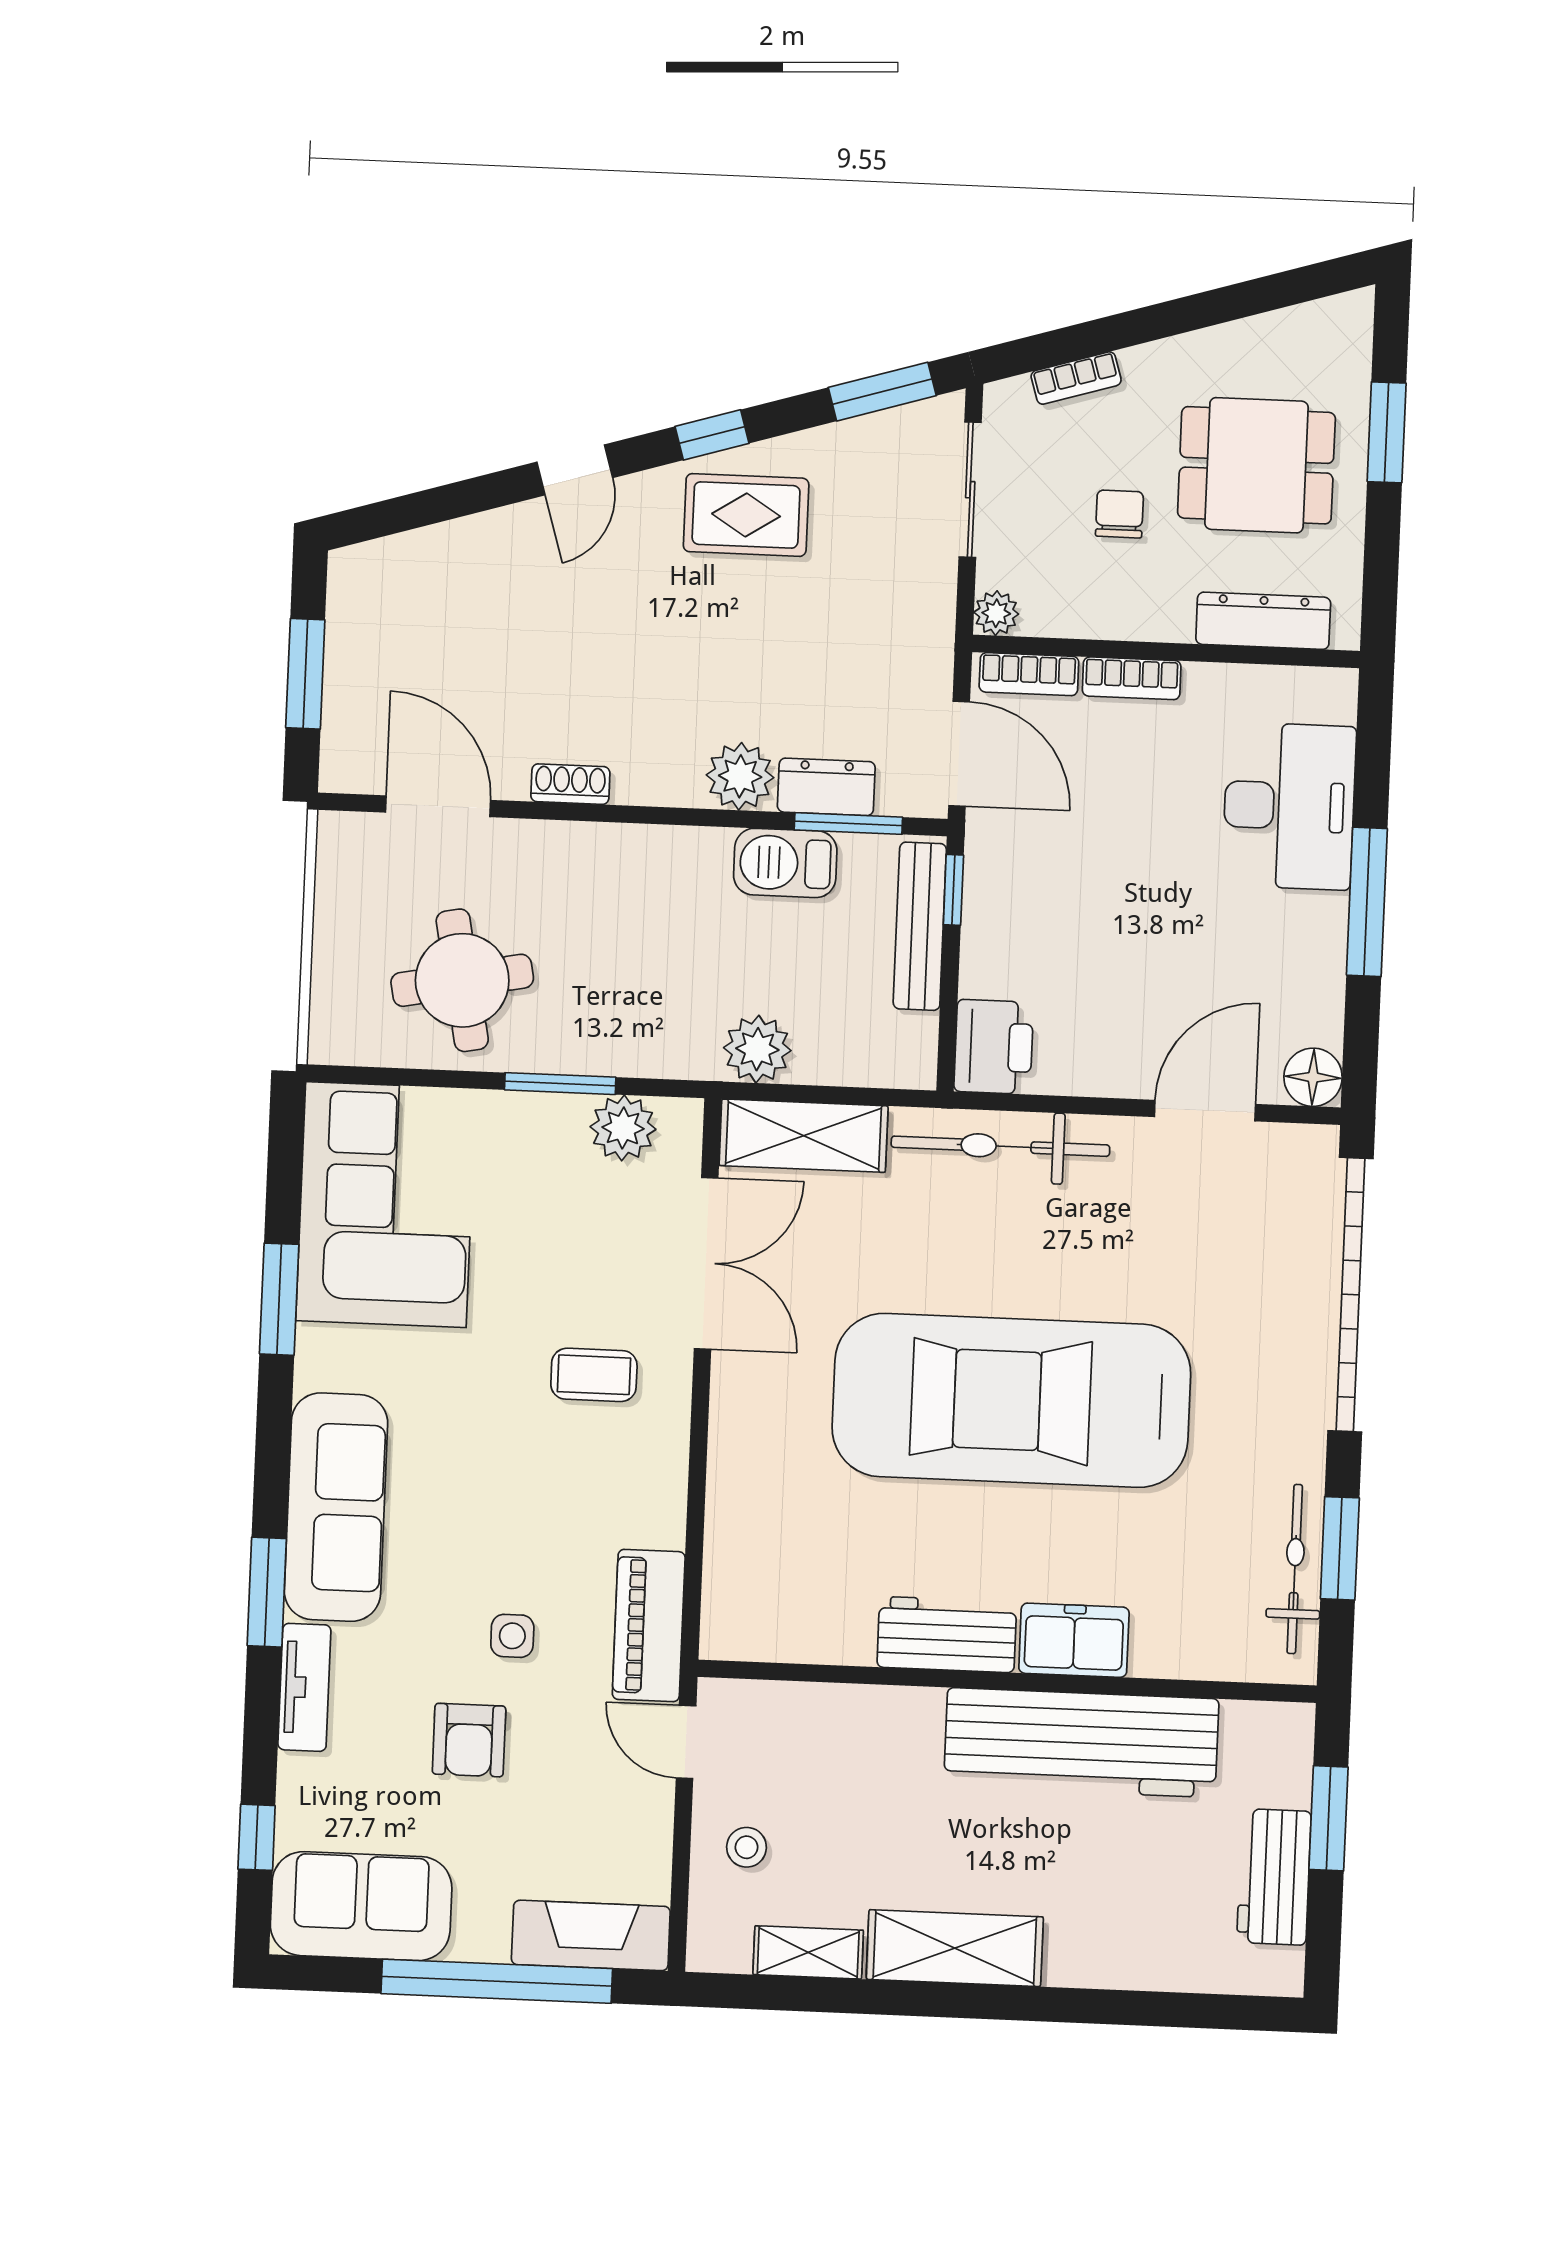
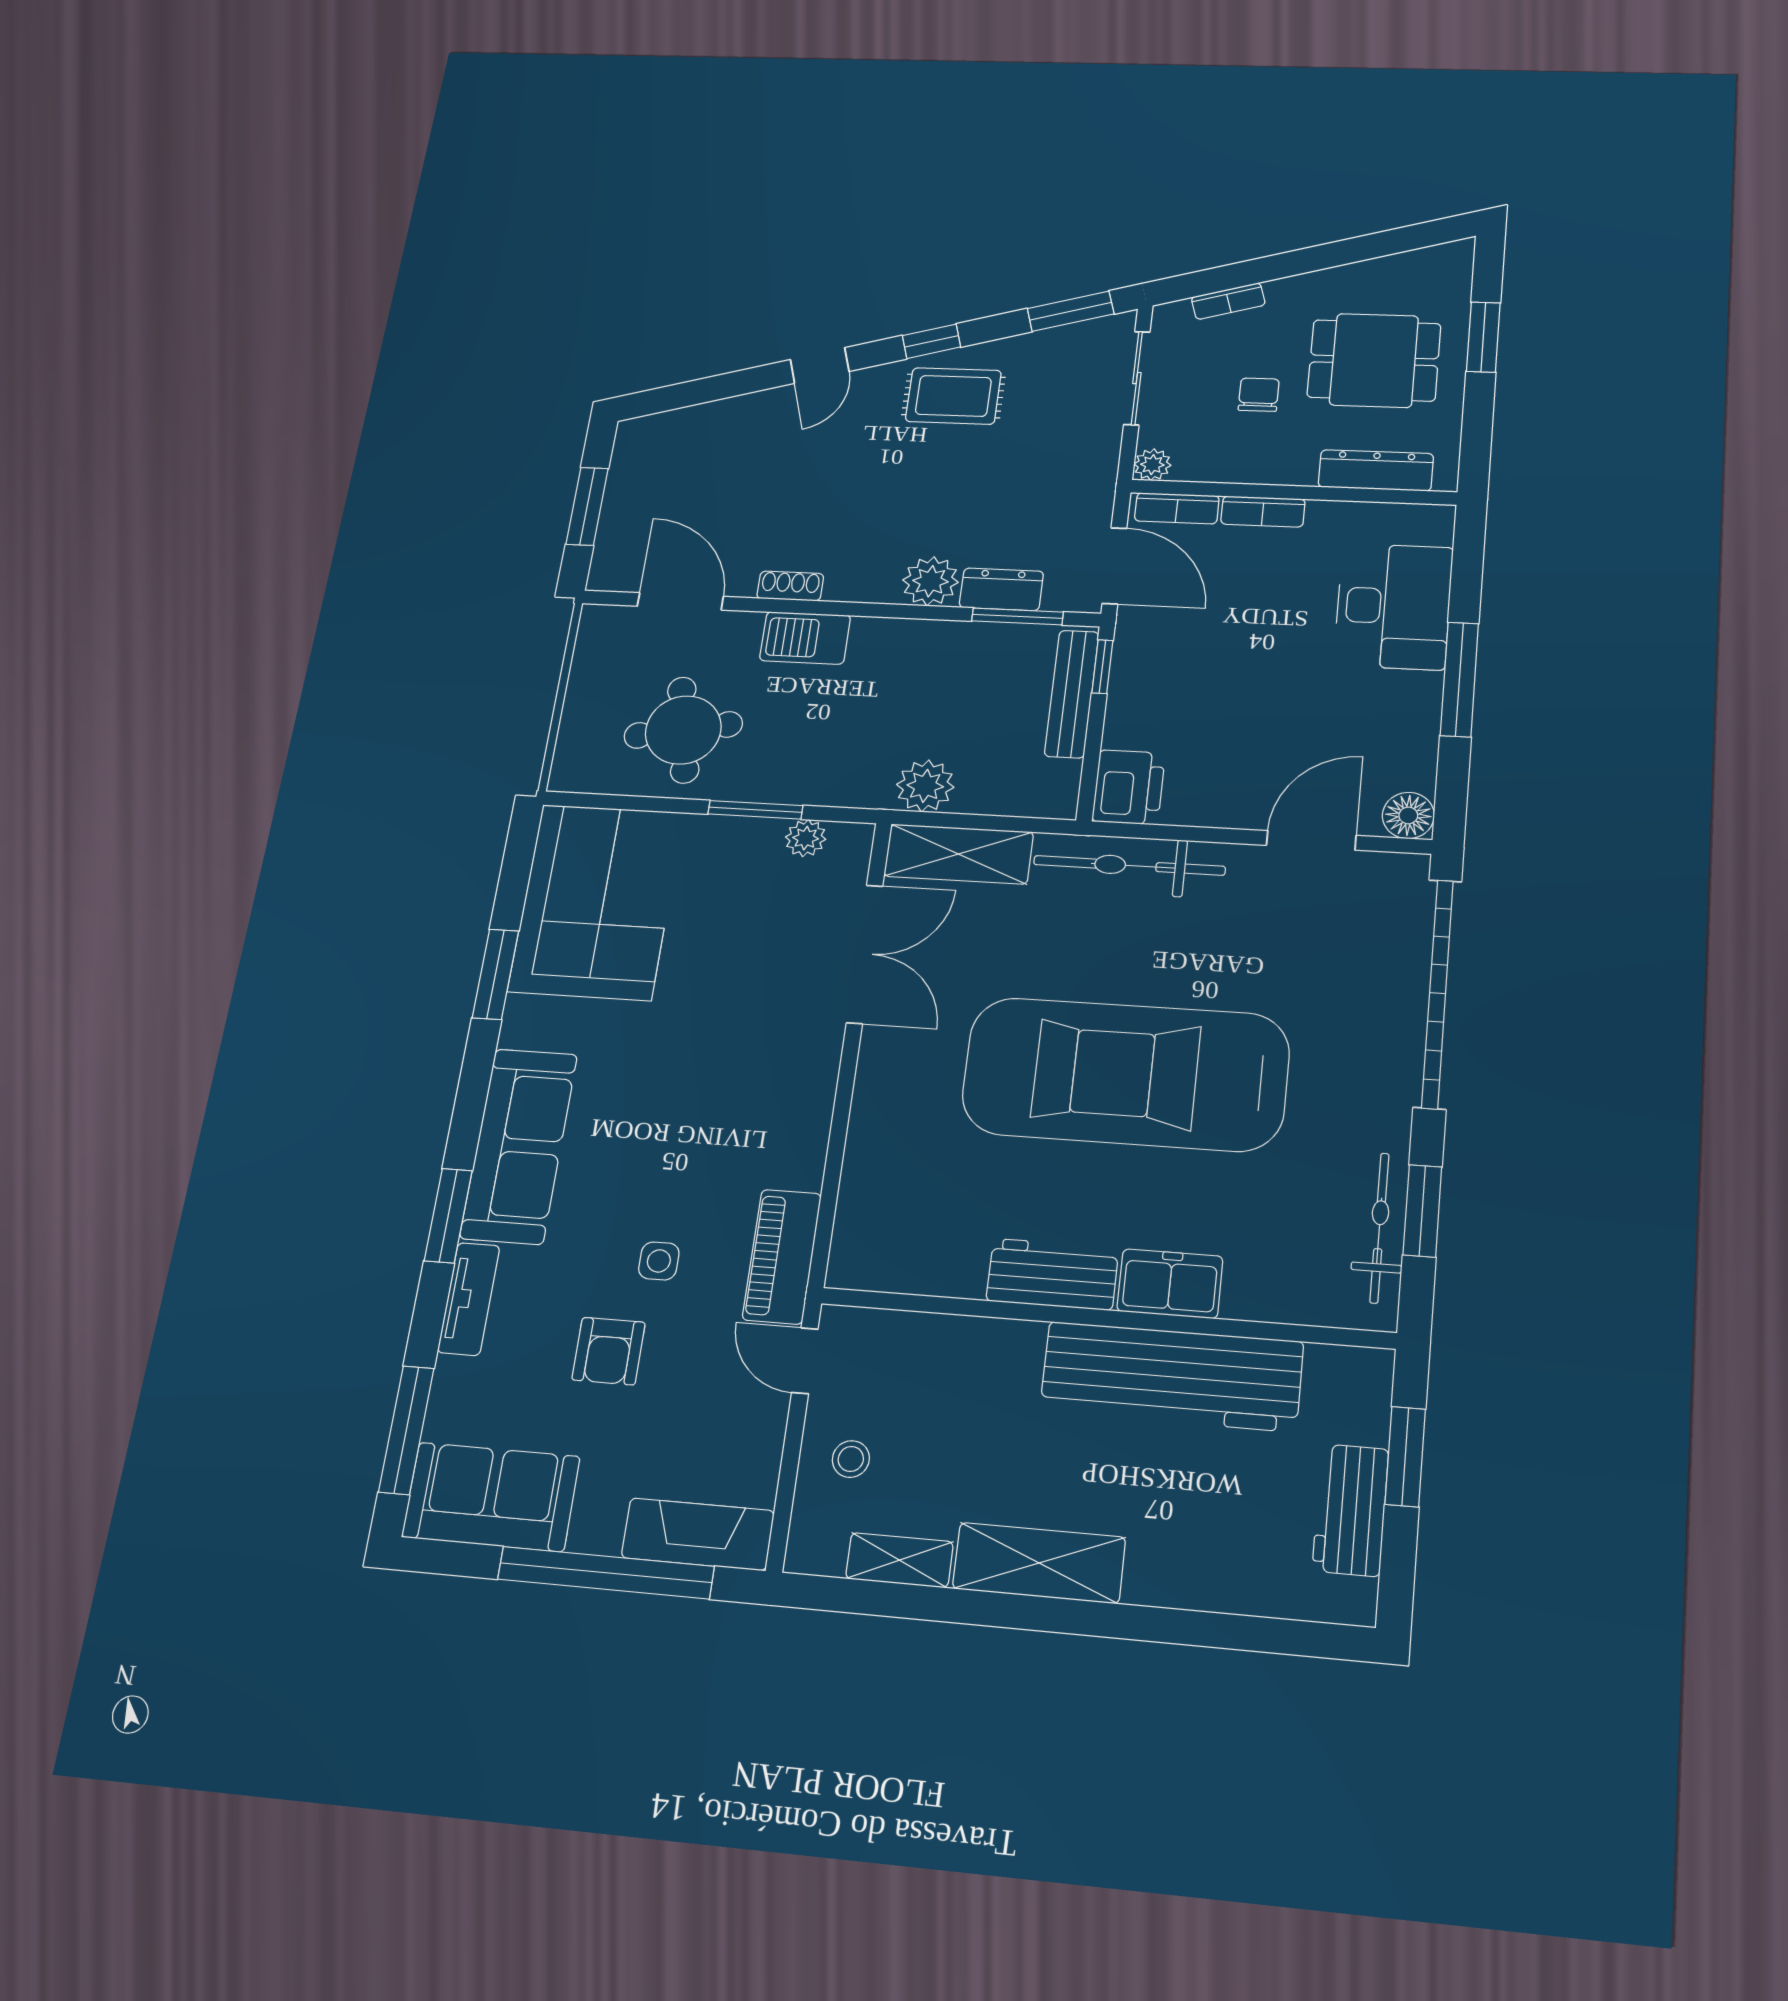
barbecue: (785, 863) -> (805, 638), moved
plant: (623, 1128) -> (806, 838), width x0.73, depth x0.73
coffee table: (594, 1375) -> (757, 1043), removed
window: (257, 1837) -> (406, 1430), width x2.17

